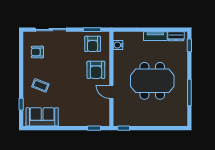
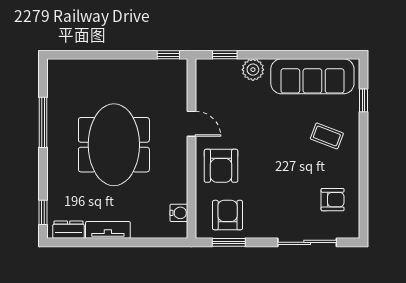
armchair: (96, 70) -> (221, 166), turned 180
meeting table: (152, 81) -> (114, 145), turned 90
sofa: (42, 117) -> (312, 76), width x1.36
plant: (79, 120) -> (253, 70), added

